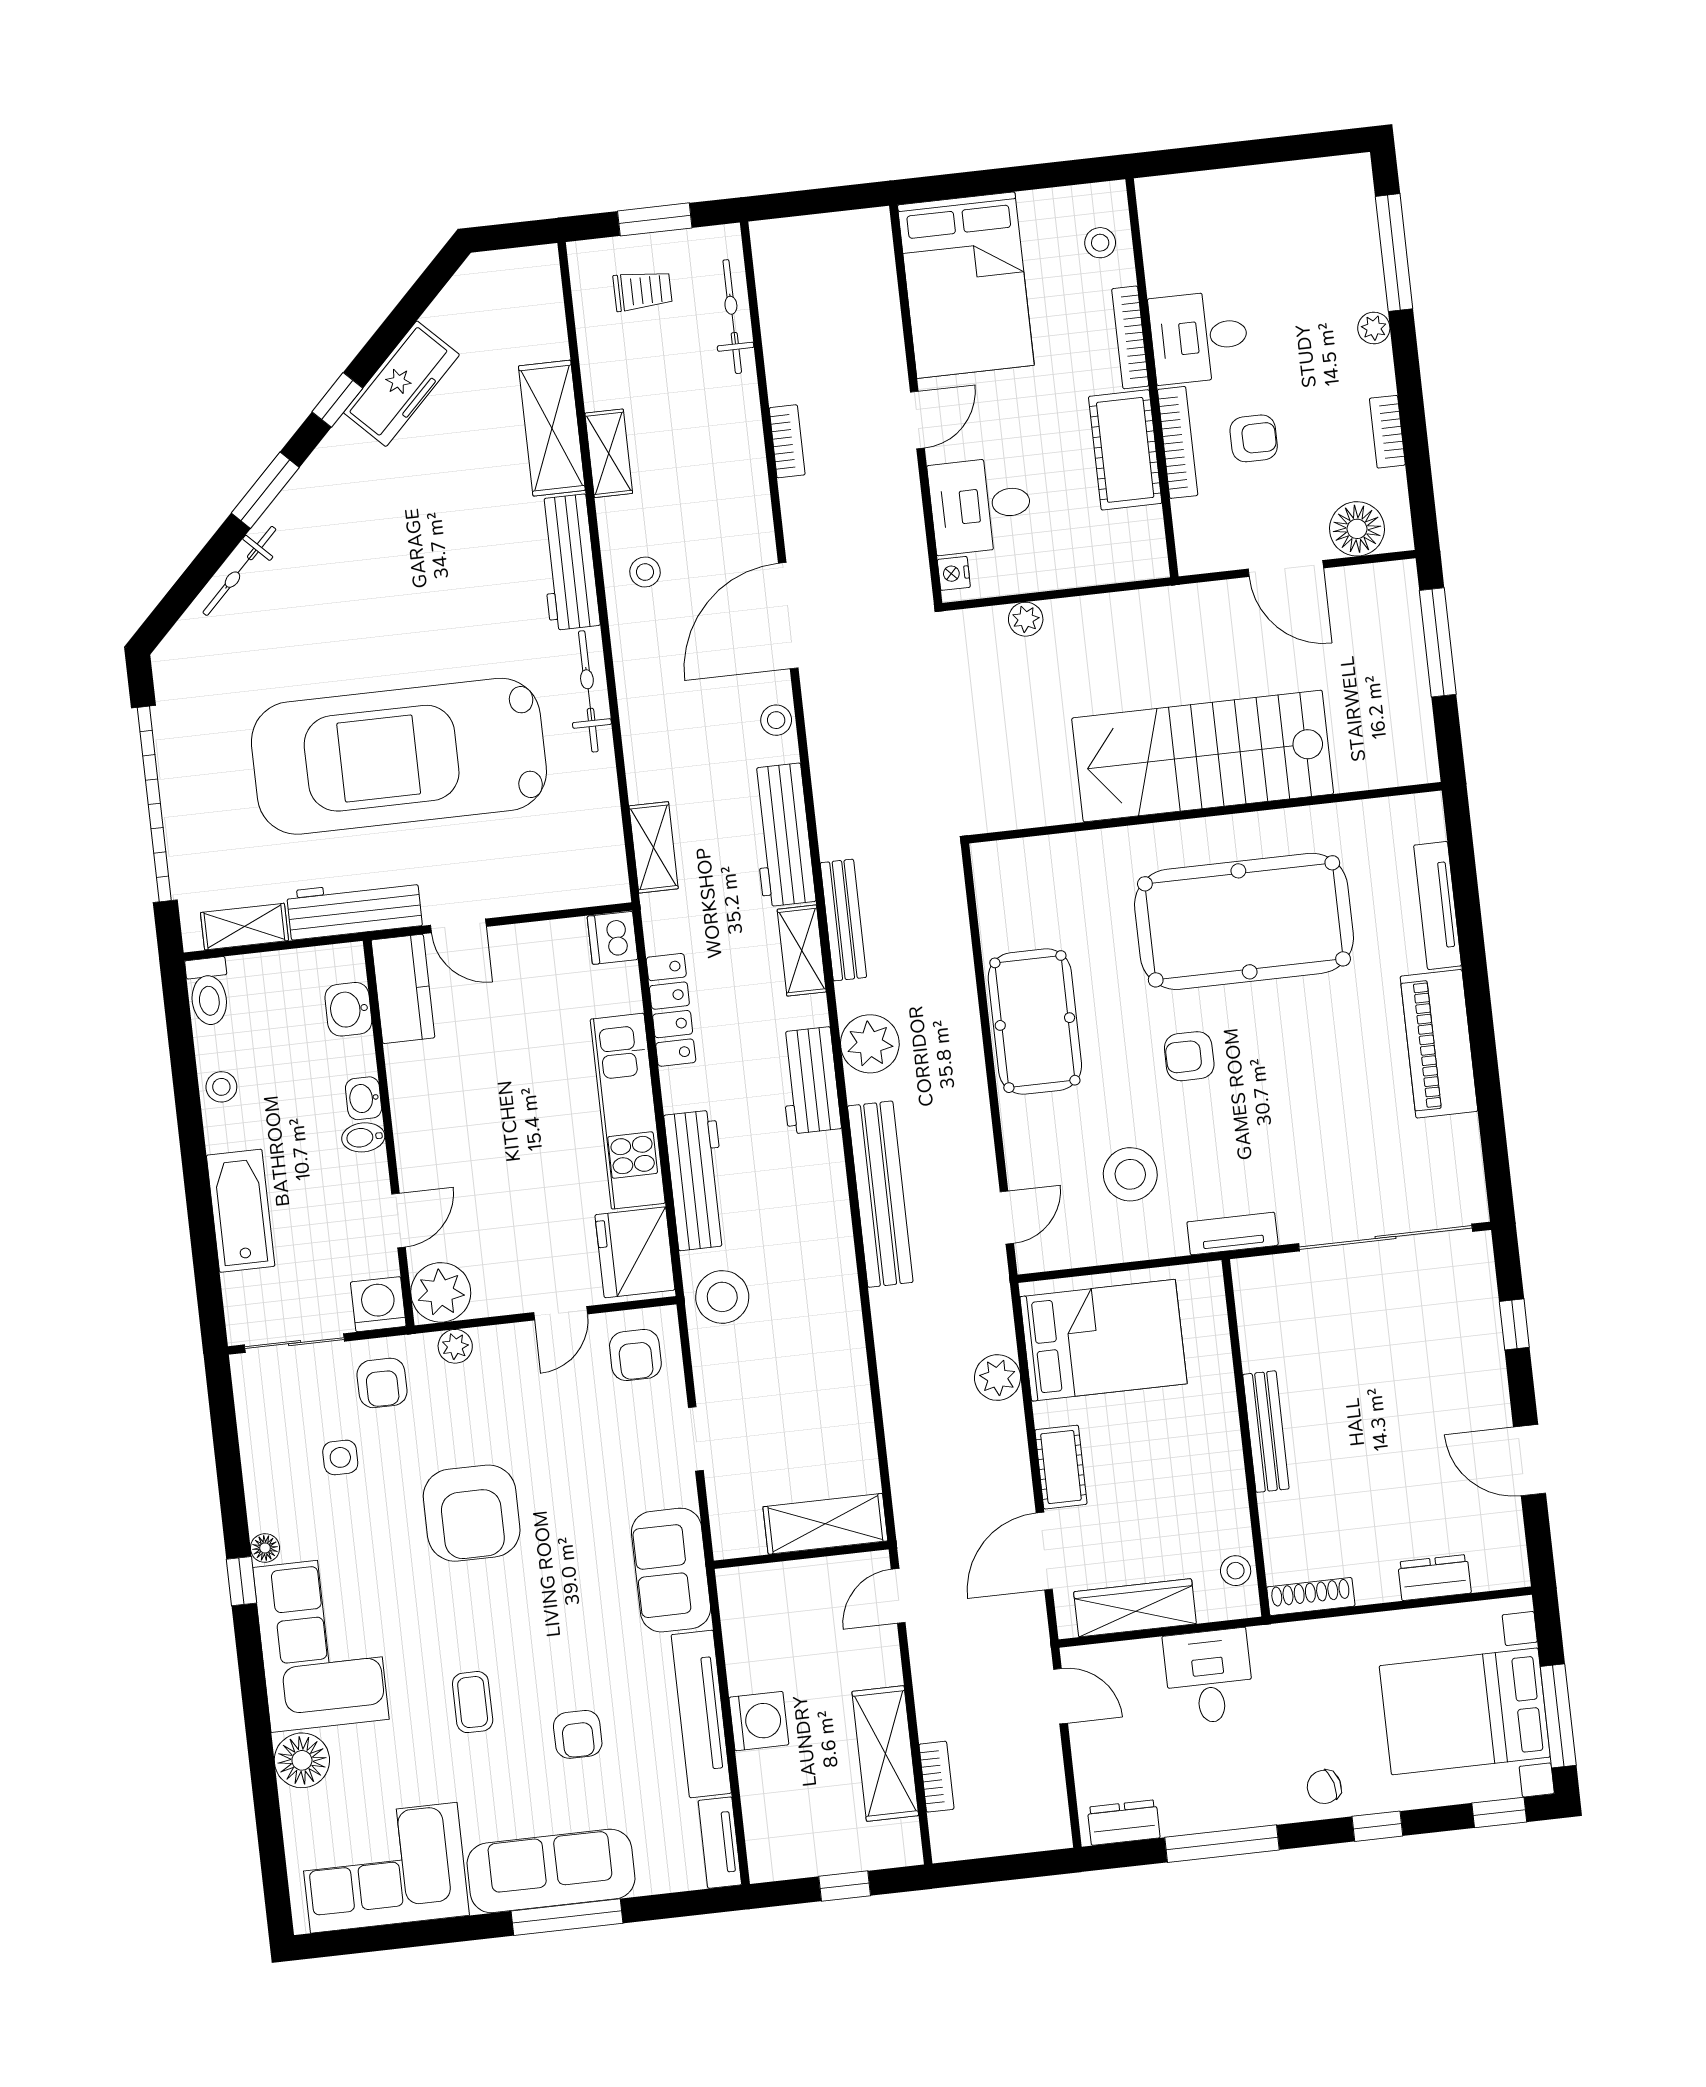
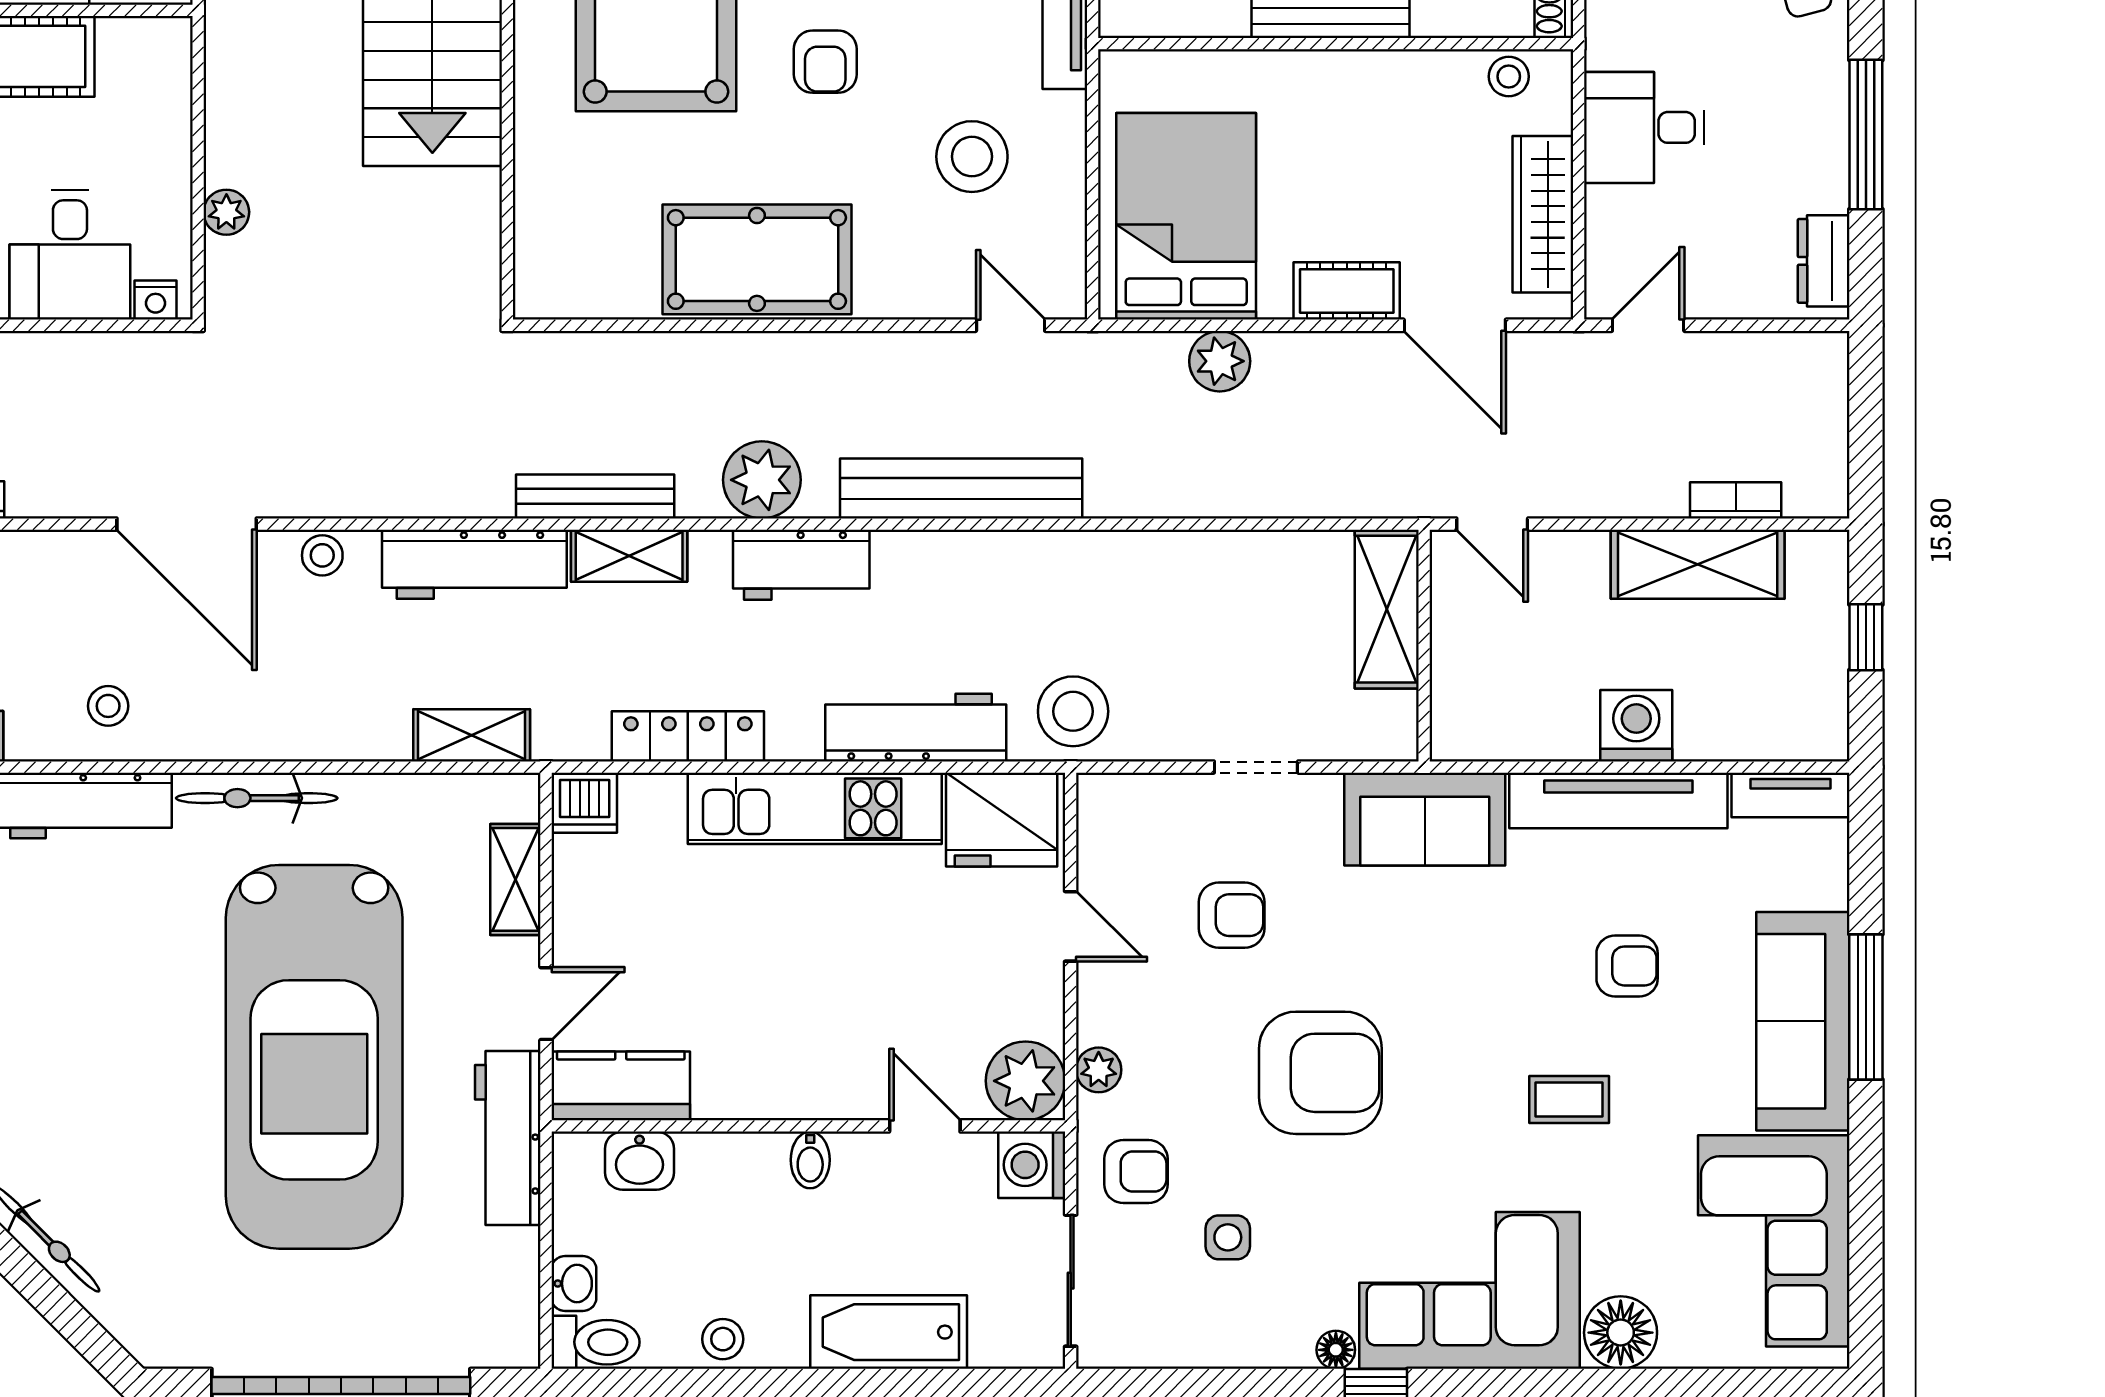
shelving: (244, 927) -> (515, 879), moved
washbasin: (364, 1098) -> (574, 1283), moved, turned -90
armchair: (635, 1355) -> (1232, 915), moved

